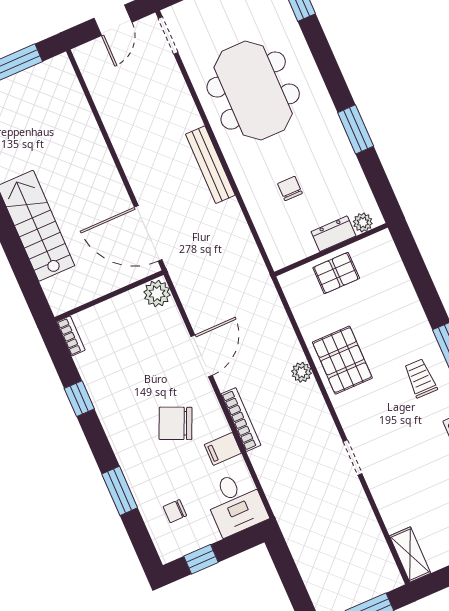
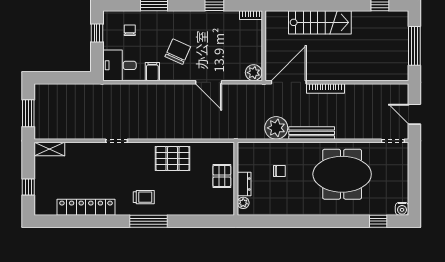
window: (356, 129) -> (296, 221), removed
plant: (302, 372) -> (276, 128), moved, width x1.87, depth x1.87
bookcase: (241, 420) -> (325, 89), moved

